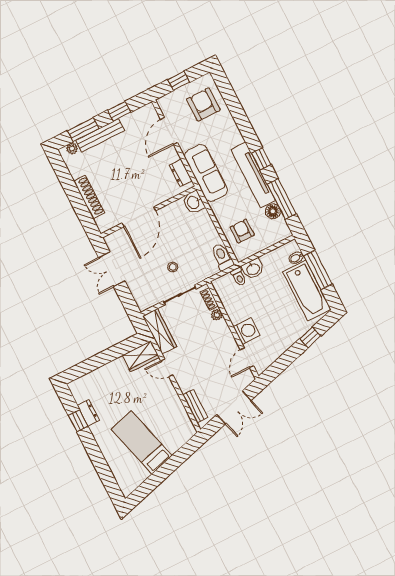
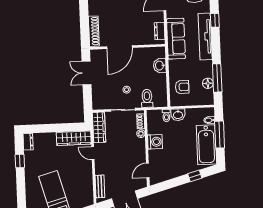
window: (261, 159) -> (215, 20), moved
tv unit: (253, 175) -> (205, 36), moved
shoe rack: (89, 197) -> (94, 31), moved
washbasin: (194, 202) -> (160, 66), moved
armchair: (242, 231) -> (182, 87), turned 90
toilet: (222, 257) -> (147, 98), moved
washing machine: (247, 331) -> (155, 142), moved
wardrobe: (141, 356) -> (74, 138), width x1.50
dresser: (88, 413) -> (28, 142), moved

